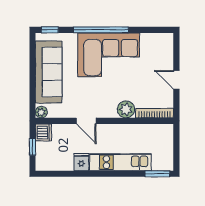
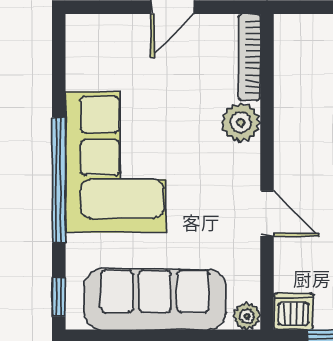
door: (86, 121) -> (267, 213), hinge flipped

